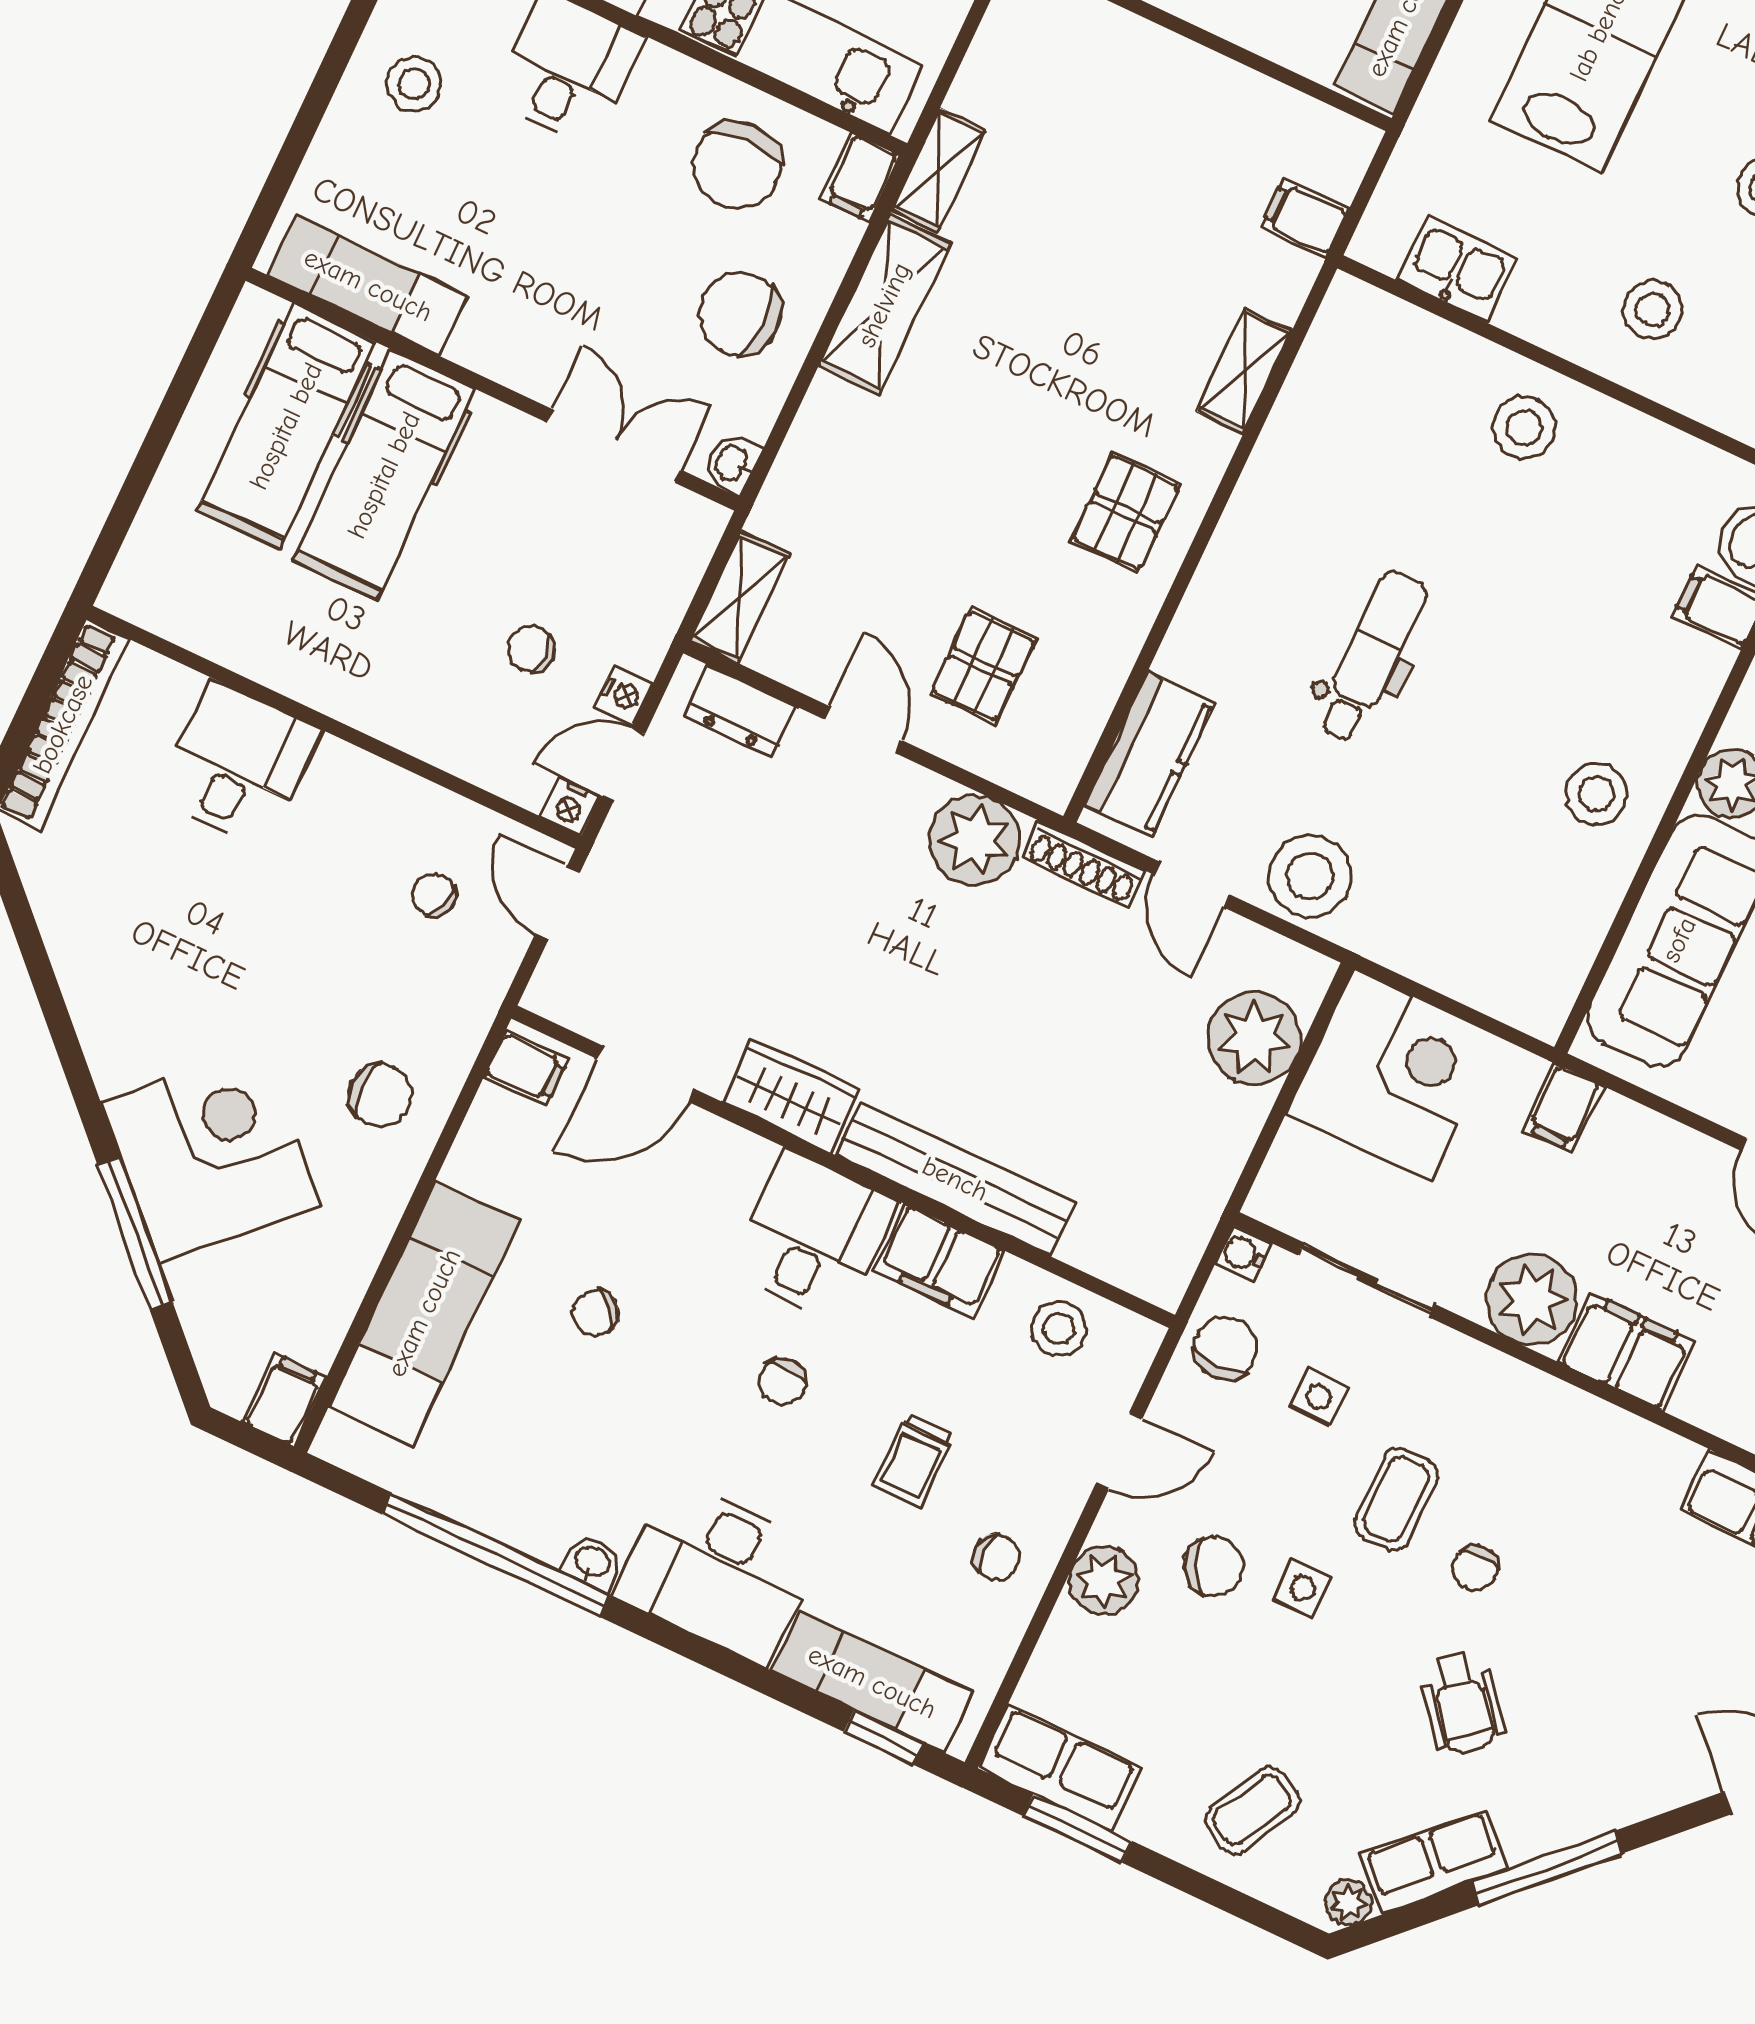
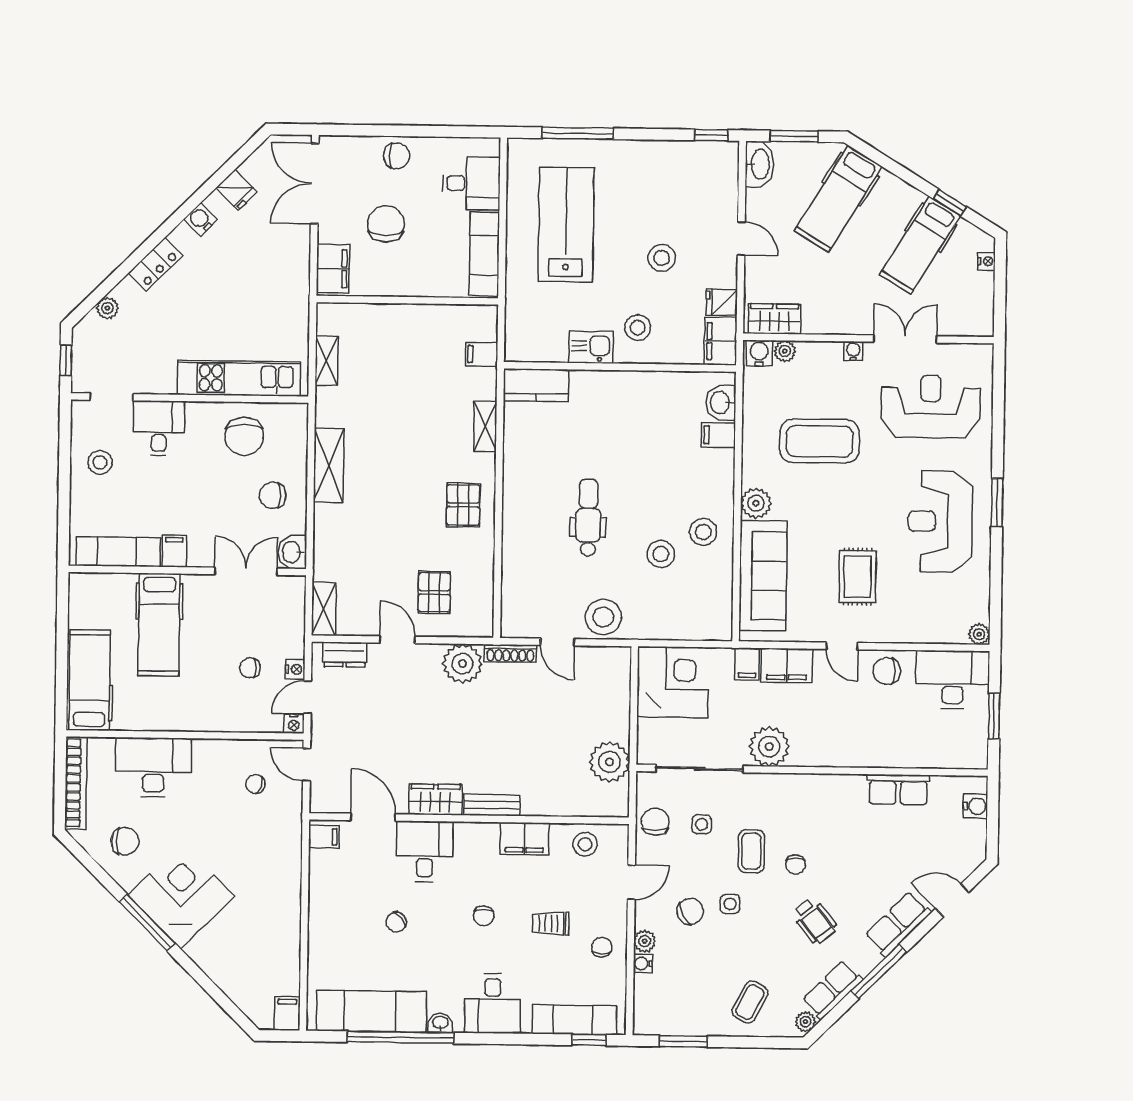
shelving: (939, 170) -> (327, 361), moved
filing cabinet: (861, 178) -> (174, 551), moved, turned 180
kitchen sink: (1457, 269) -> (591, 347), moved
chair: (740, 314) -> (273, 495), width x0.73, depth x0.73
hospital bed: (286, 426) -> (90, 680), moved, turned 180
stool: (1524, 428) -> (661, 554), moved
washbasin: (732, 463) -> (292, 552), width x1.38, depth x1.45
kitchen counter: (1149, 754) -> (536, 385), moved, turned 90
desk: (238, 764) -> (153, 767), width x1.37
plant: (1254, 1038) -> (609, 762), moved
door: (646, 1074) -> (373, 817), swing flipped
chair: (380, 1095) -> (125, 841), moved
corner desk: (211, 1154) -> (181, 896), moved
bench: (955, 1179) -> (492, 805), width x0.54, depth x0.82
window: (135, 1233) -> (147, 923), moved
desk: (814, 1237) -> (425, 851), moved
water cooler: (1243, 1254) -> (643, 964), moved
sliding door: (1367, 1280) -> (699, 769), width x1.37
exam couch: (424, 1313) -> (372, 1011), moved, turned -90
filing cabinet: (1626, 1351) -> (787, 665), moved, turned 180
trolley: (914, 1460) -> (551, 923), turned 90
chair: (997, 1557) -> (602, 947), turned -90
desk: (718, 1572) -> (493, 1004), width x0.73
plant: (1104, 1581) -> (645, 941), width x0.73, depth x0.73
row of seats: (1060, 1768) -> (898, 924), moved, turned -45

